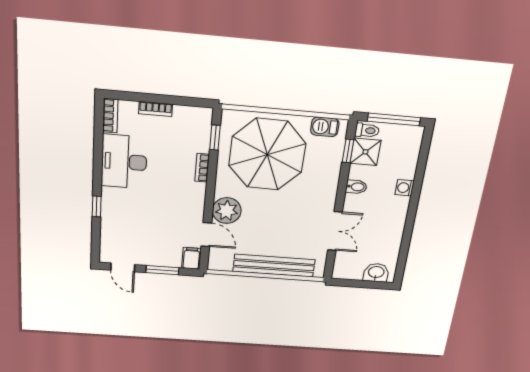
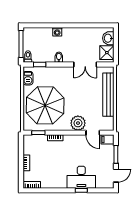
shower: (365, 152) -> (107, 53), moved
desk: (124, 162) -> (81, 177), moved
double door: (335, 231) -> (85, 65), swing flipped
door: (206, 235) -> (93, 133), swing flipped

